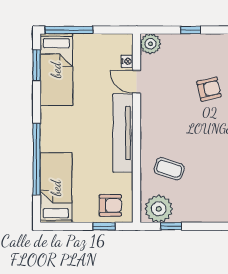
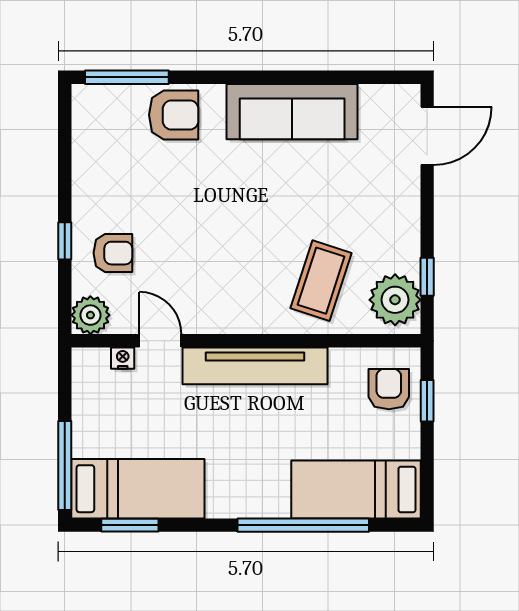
door: (137, 82) -> (160, 341), swing flipped
armchair: (209, 89) -> (113, 253), moved, turned 103
coffee table: (169, 169) -> (321, 281), width x1.36, depth x1.30

